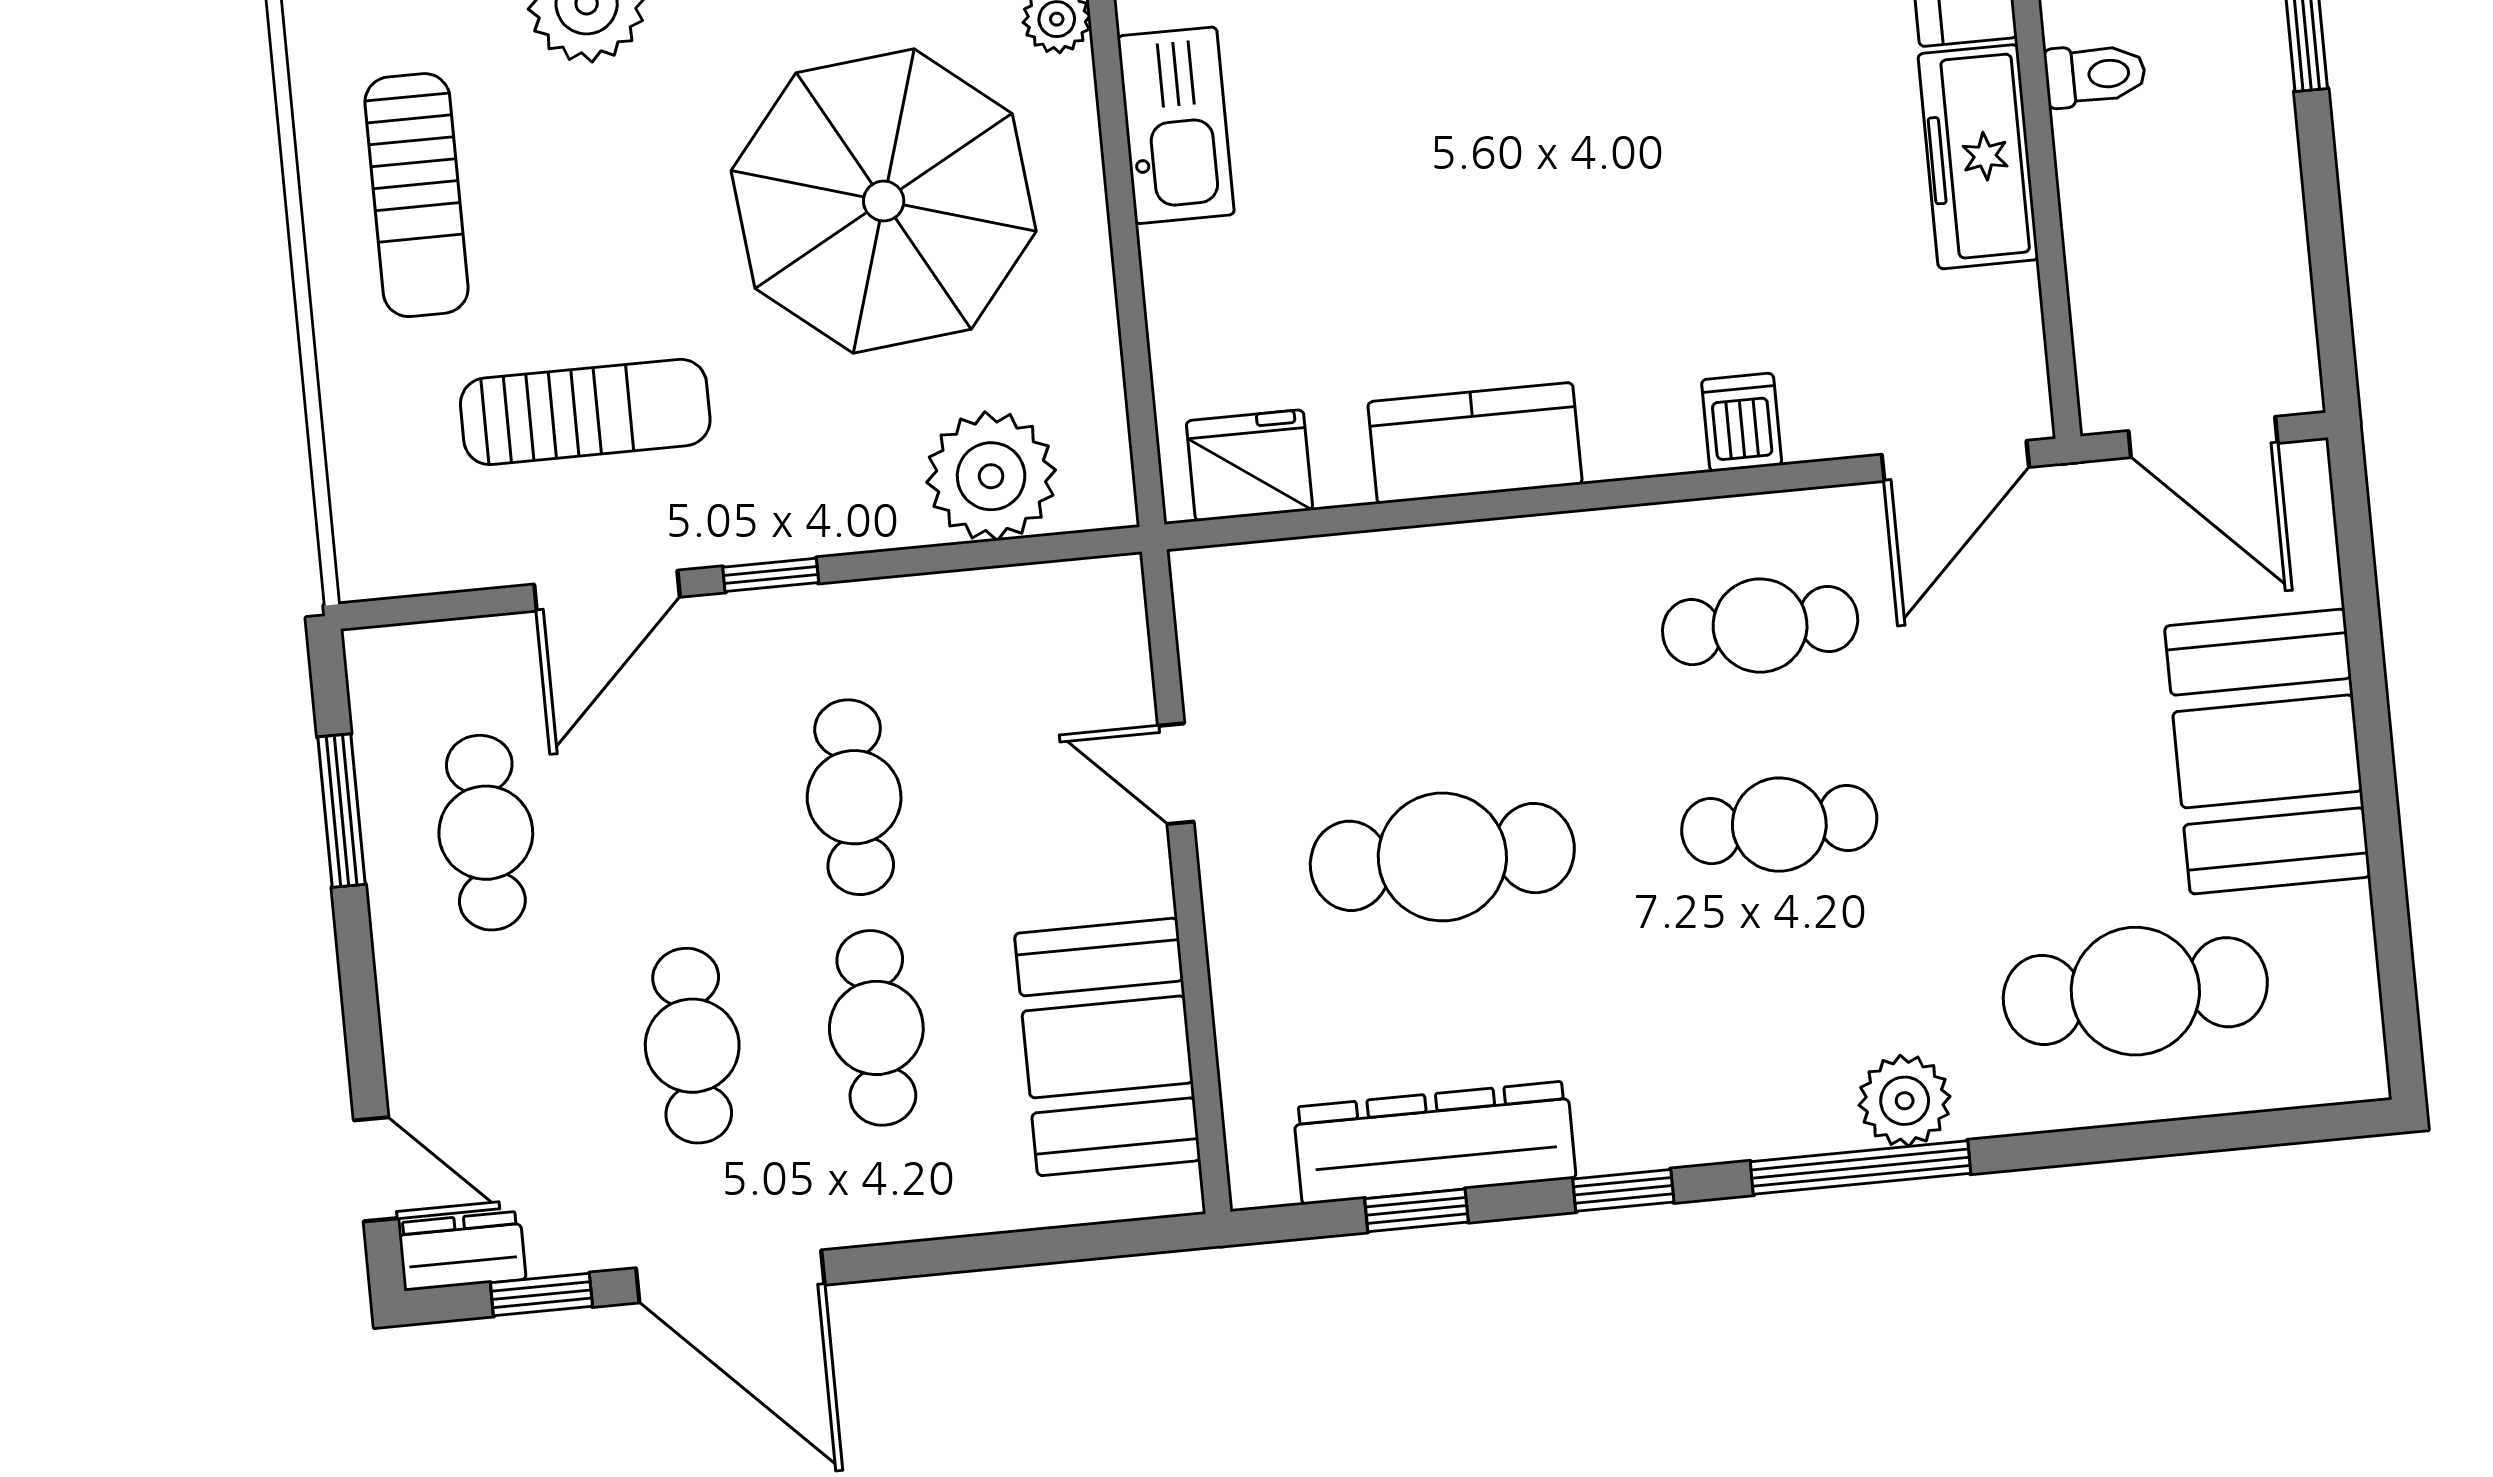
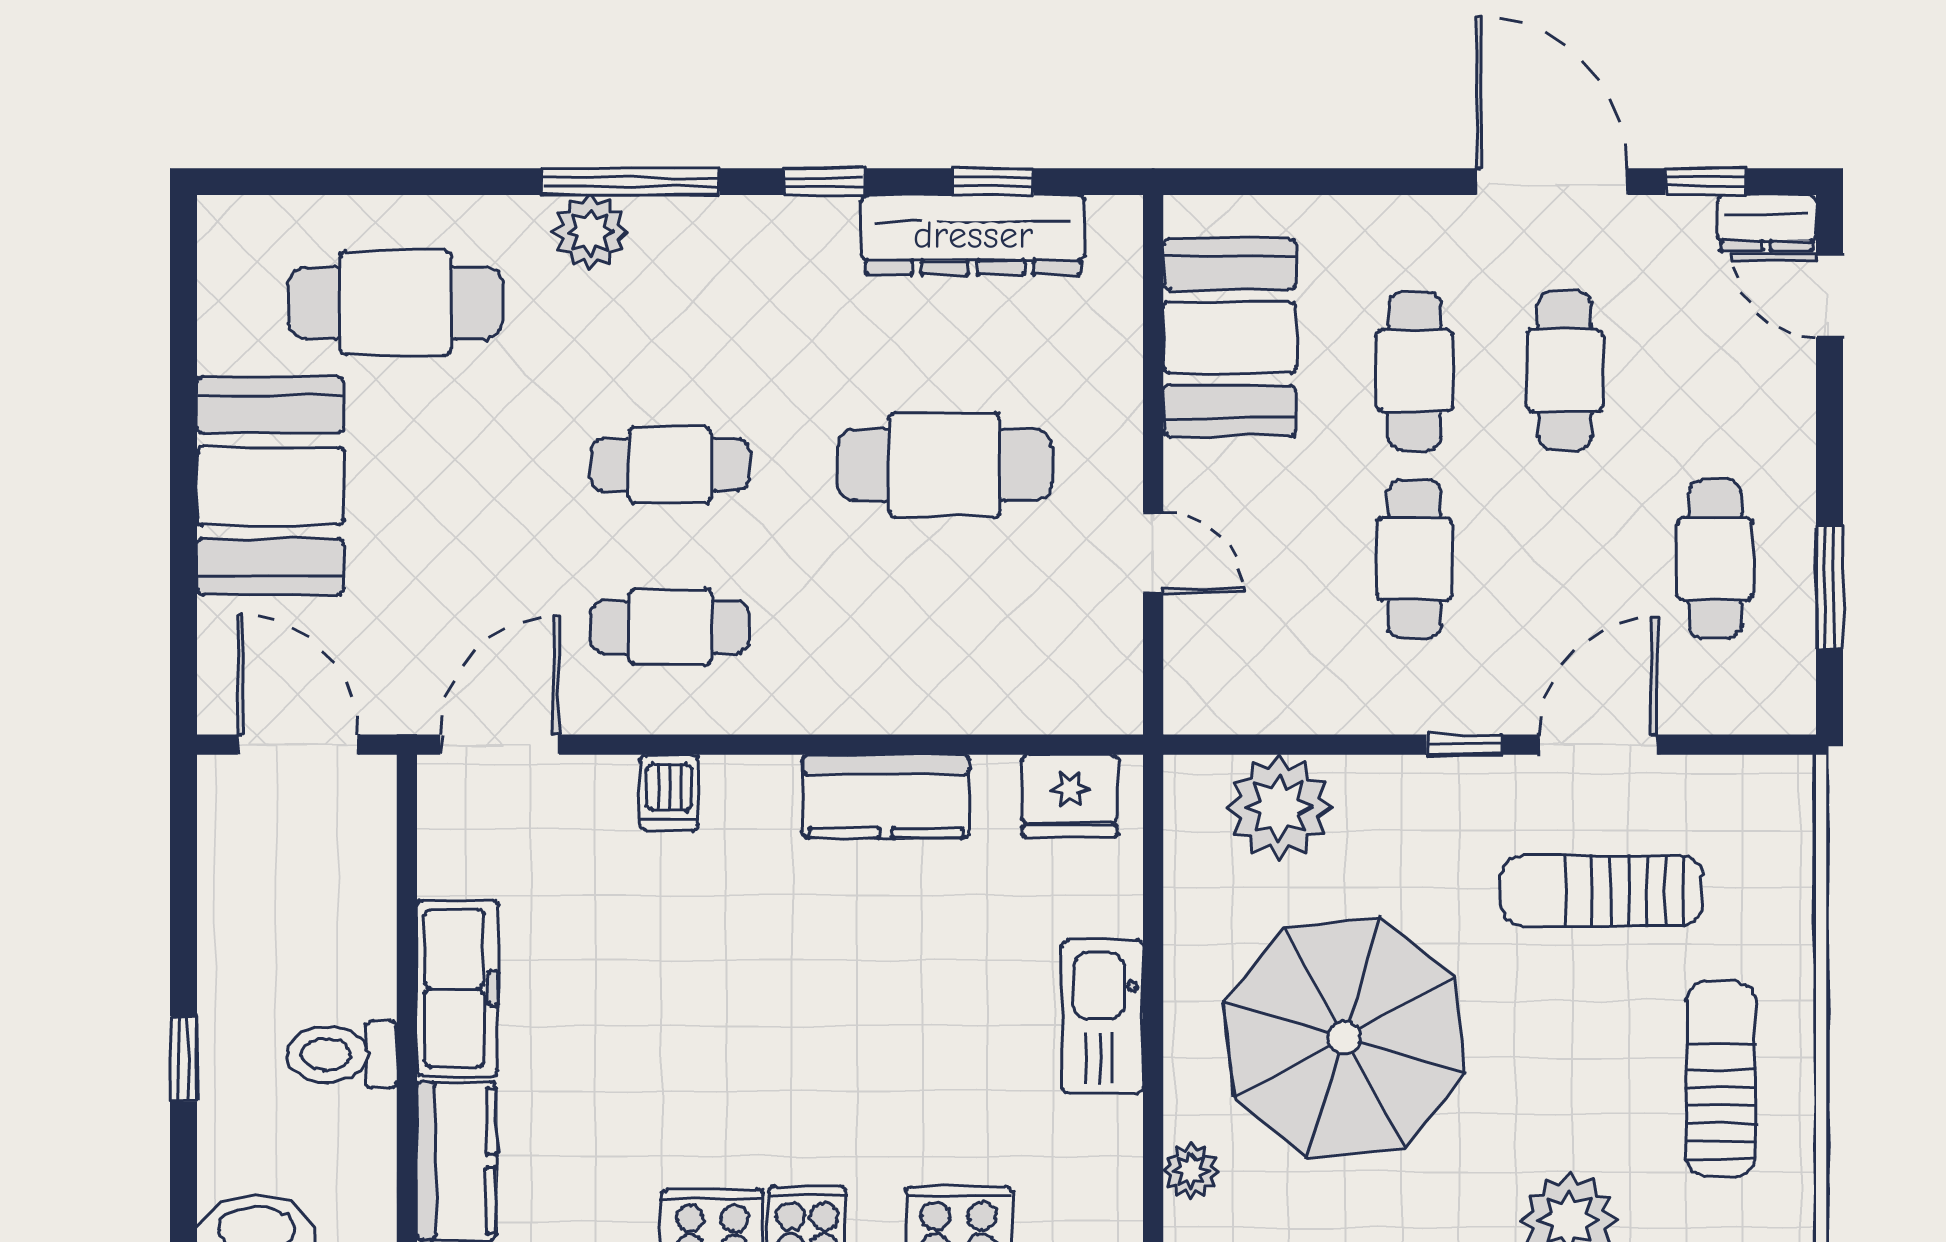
toilet: (2095, 75) -> (341, 1055), width x1.37, depth x1.39
kitchen sink: (1176, 125) -> (1103, 1017), moved

